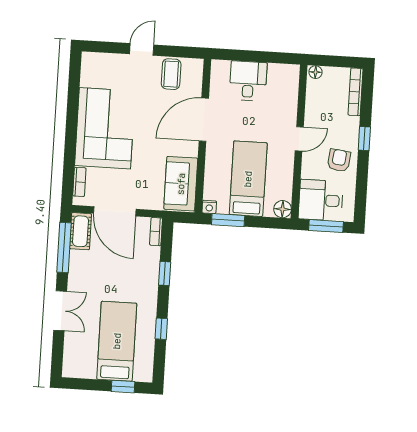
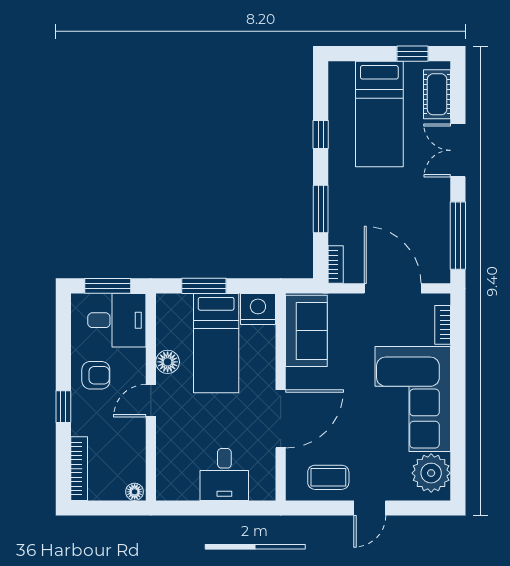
plant: (95, 73) -> (431, 473), added
coffee table: (171, 74) -> (328, 477), turned 90
armchair: (339, 160) -> (96, 375), turned -97
nightstand: (209, 207) -> (258, 309), width x1.89, depth x1.79
floor lamp: (283, 209) -> (168, 362), moved
window: (228, 220) -> (204, 286), moved
cot: (81, 231) -> (437, 94), moved
window: (165, 273) -> (321, 209), width x1.50
window: (123, 387) -> (413, 54), moved

